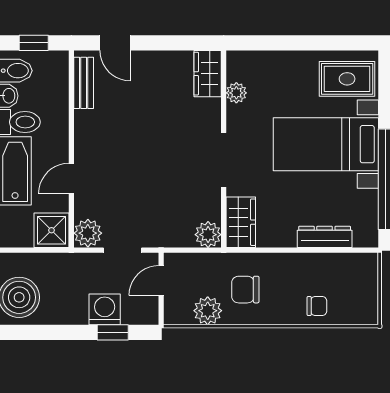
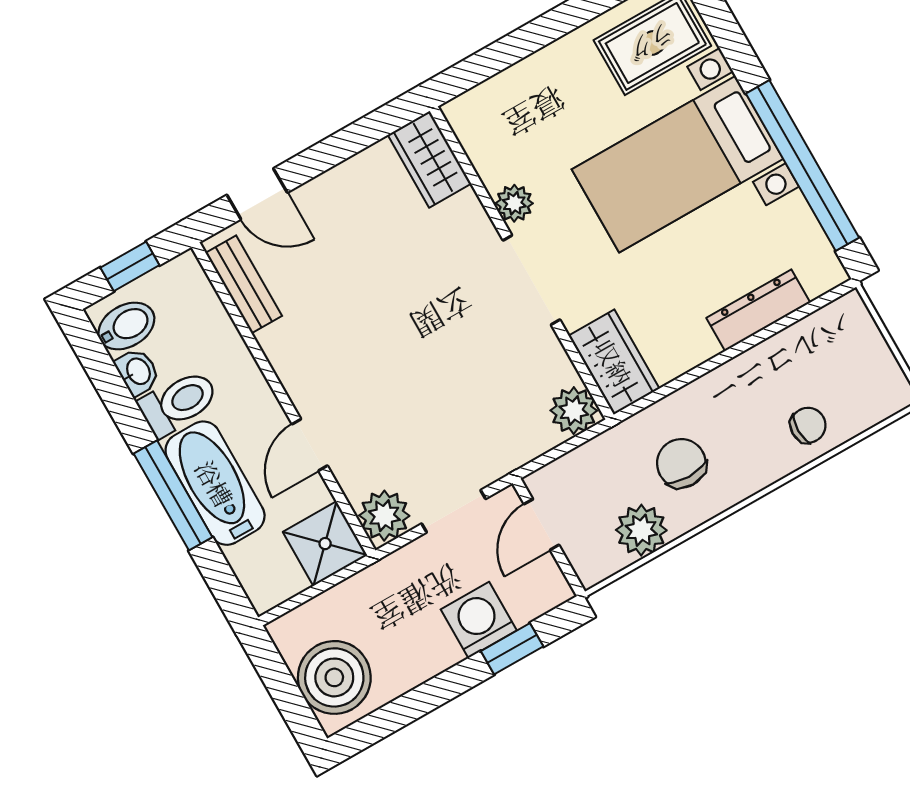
plant: (236, 93) -> (514, 203), moved
chair: (245, 290) -> (681, 463), turned 90

